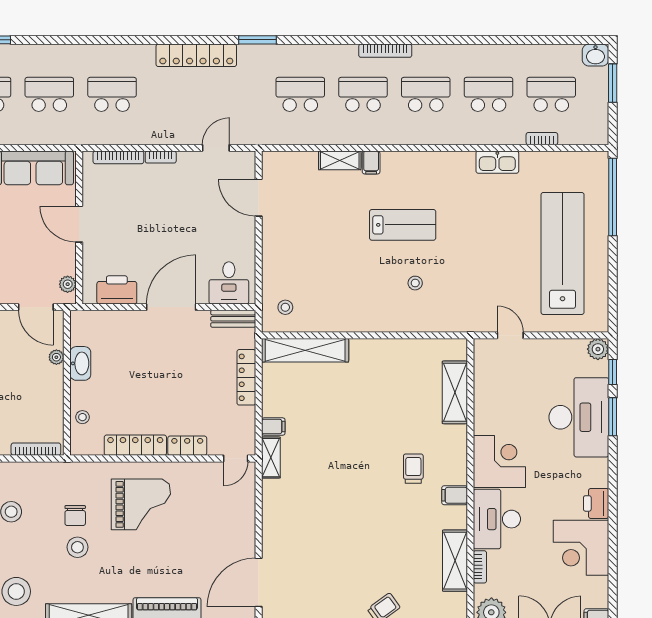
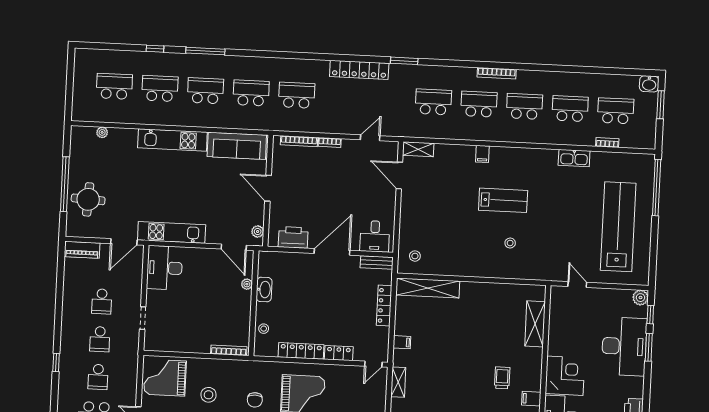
shelving: (340, 160) -> (418, 149), moved
shelving: (271, 458) -> (398, 382), moved

